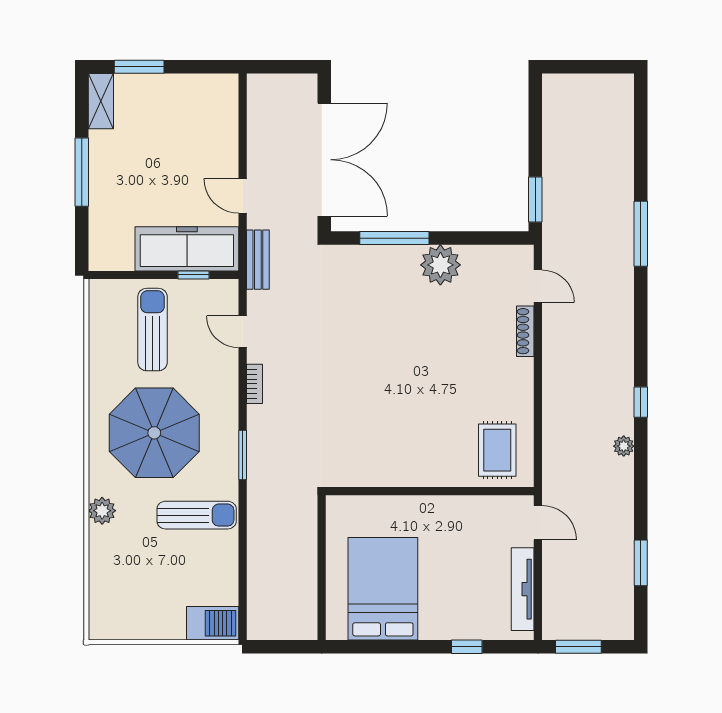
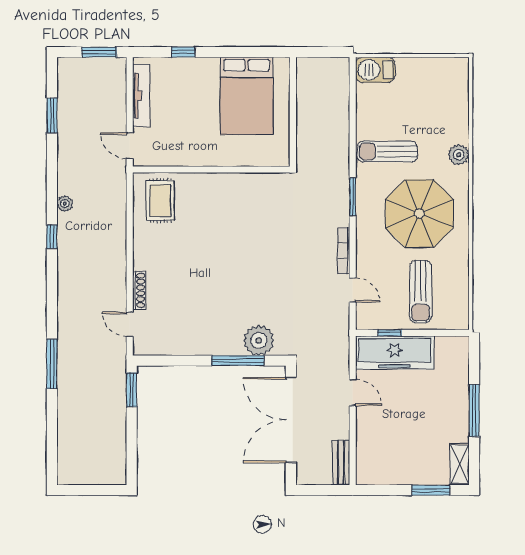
bench: (258, 260) -> (341, 463), moved
plant: (440, 265) -> (259, 340), moved
bookcase: (254, 384) -> (344, 251), width x1.56

